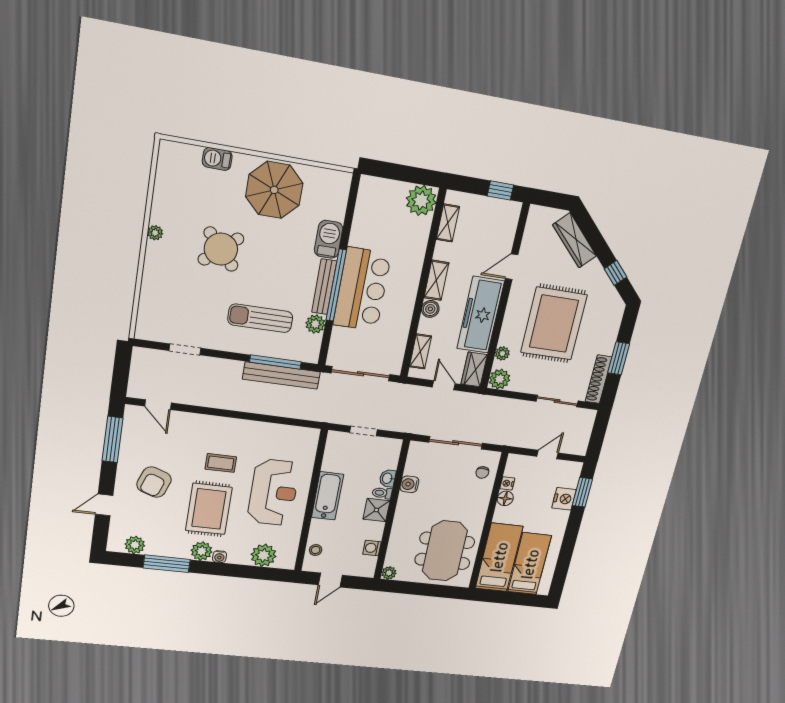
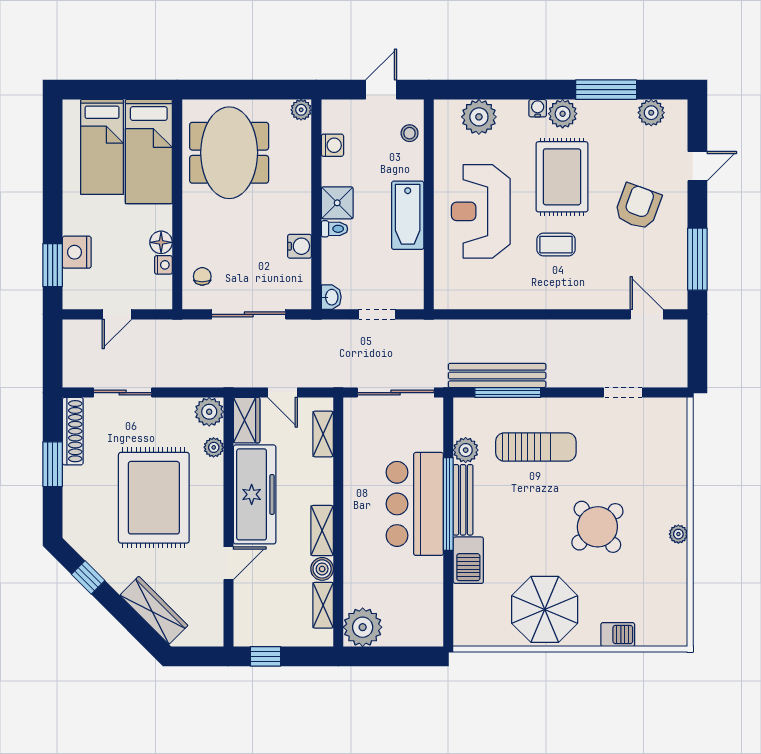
boiler: (430, 309) -> (322, 569), moved
washbasin: (388, 478) -> (331, 297), moved

